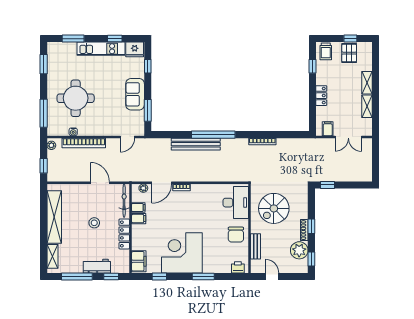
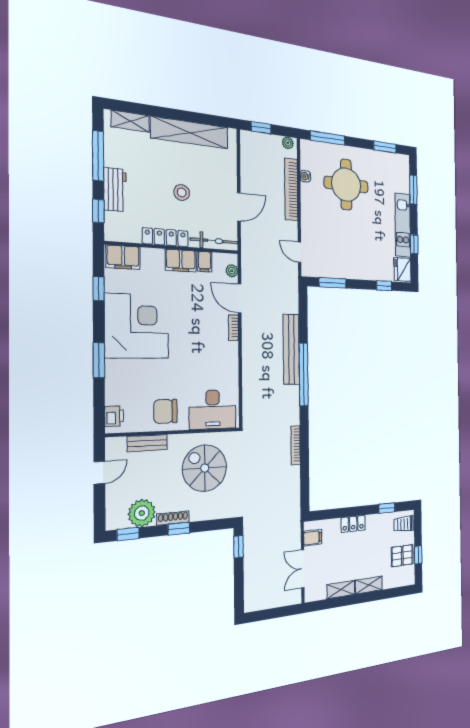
sofa: (135, 94) -> (352, 267), removed
filing cabinet: (139, 219) -> (181, 261), width x2.00

